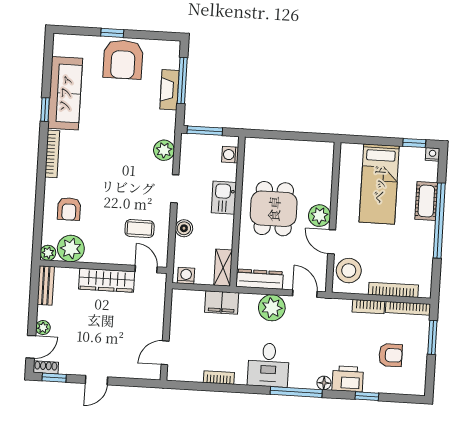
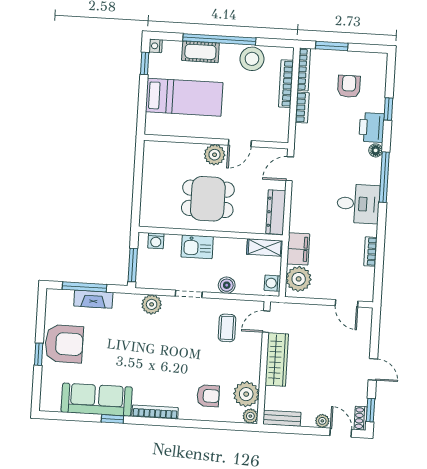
stool: (349, 271) -> (252, 59), moved
plant: (272, 308) -> (299, 279), moved

